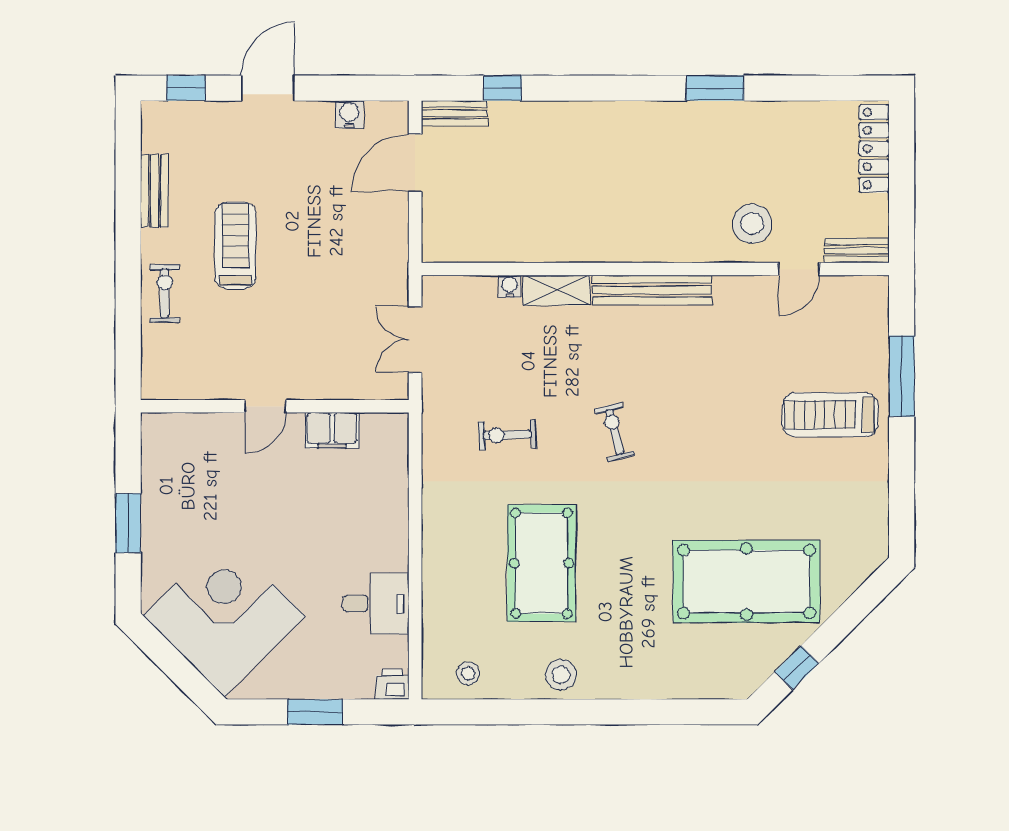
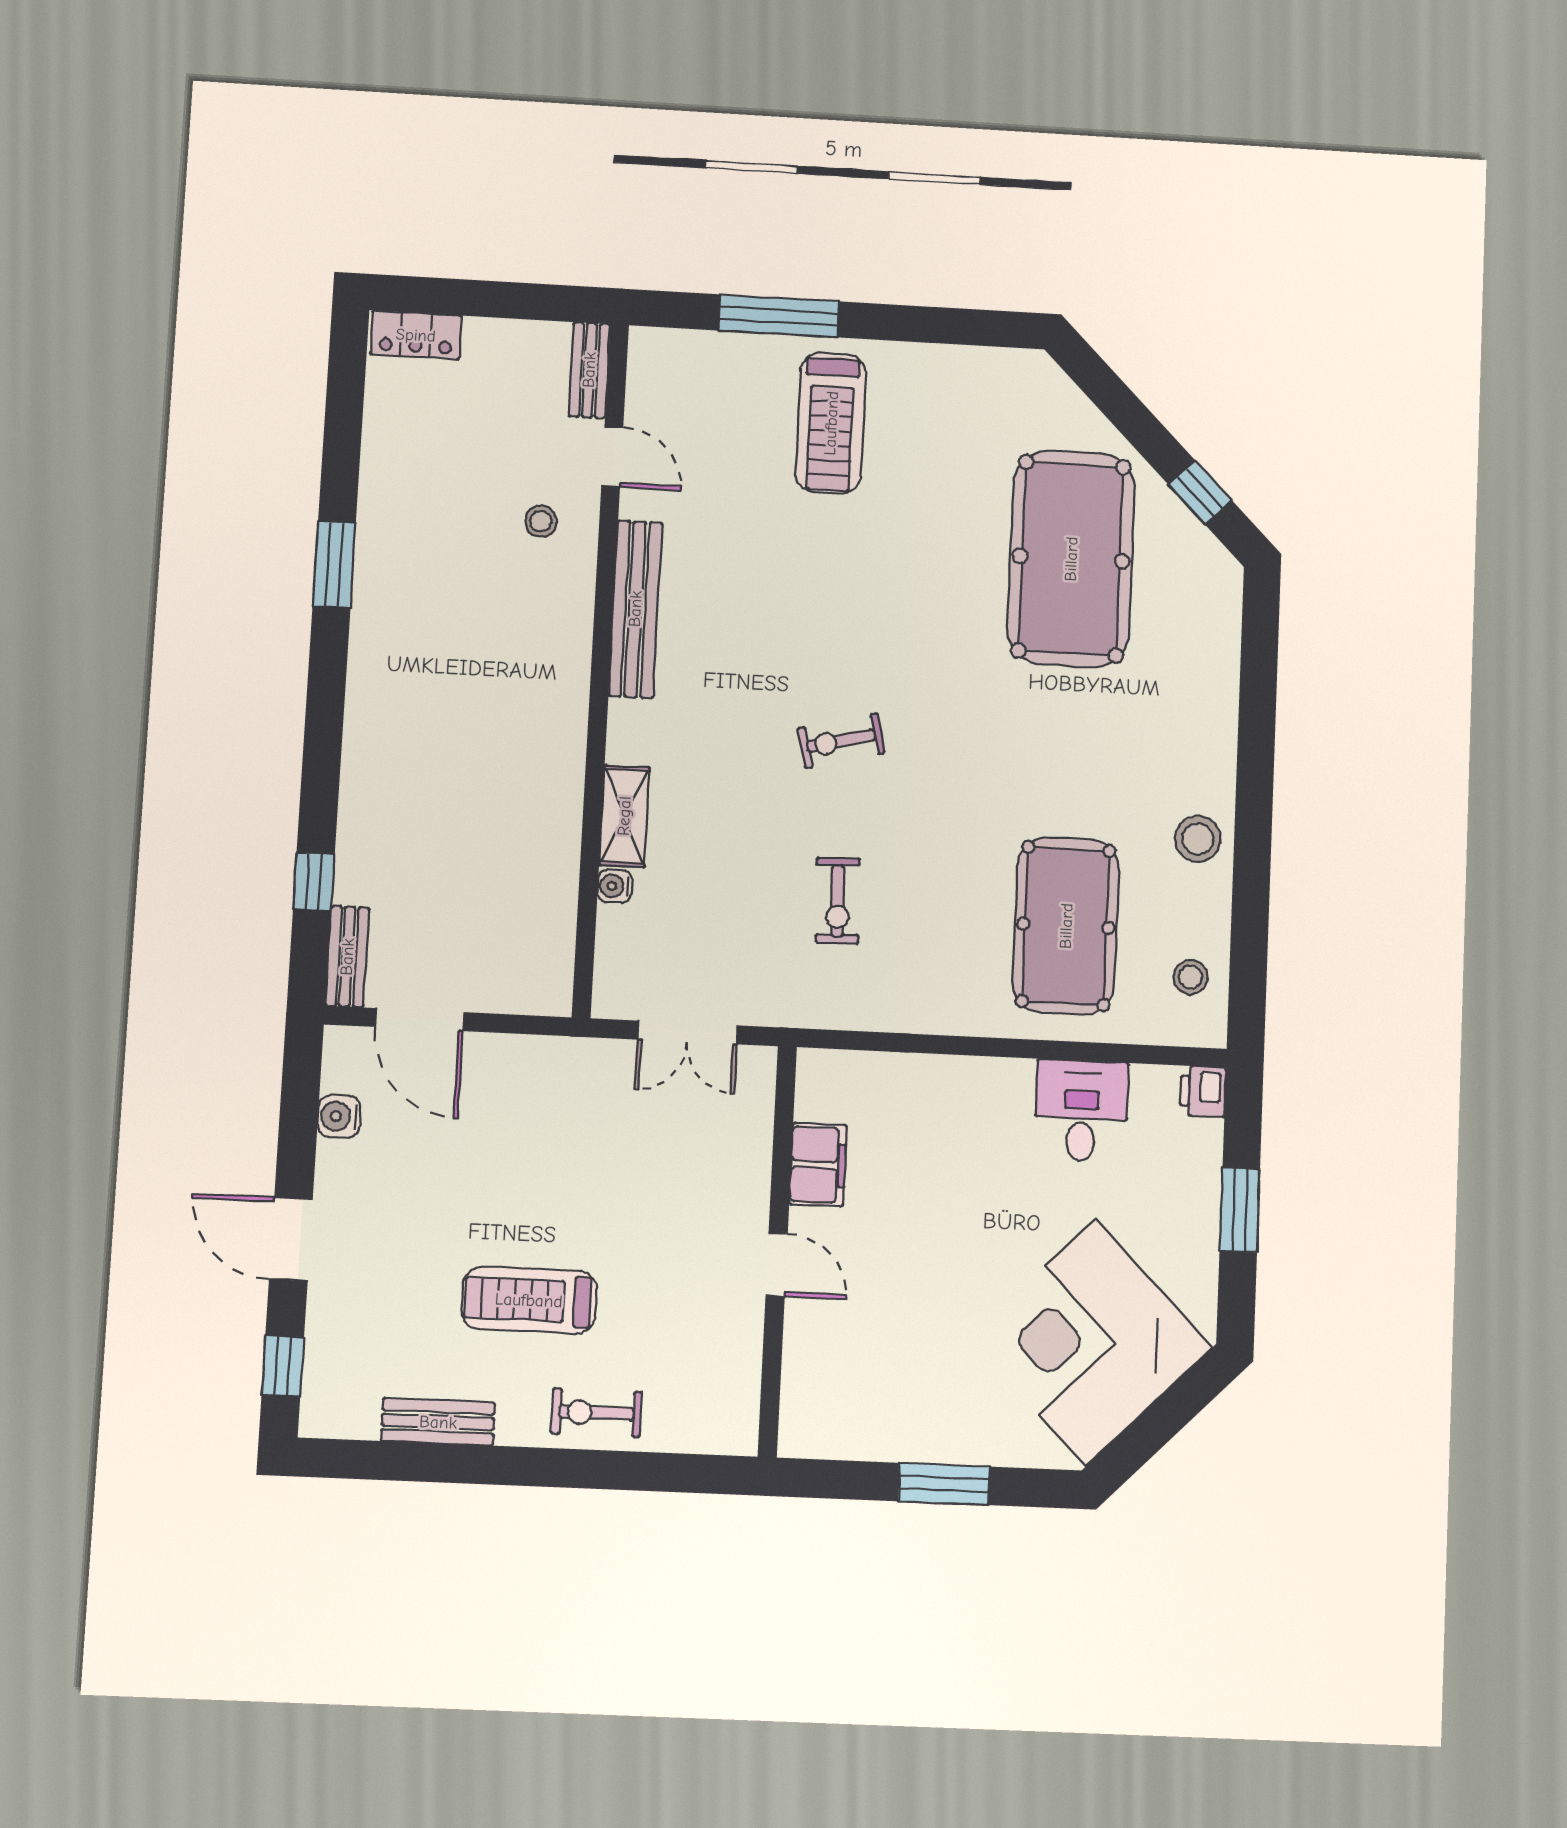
locker: (874, 149) -> (416, 335), width x0.66
stool: (752, 224) -> (541, 521), width x0.53, depth x0.53
bench: (652, 290) -> (635, 609), moved
pool table: (542, 563) -> (1066, 926), moved, turned 90

